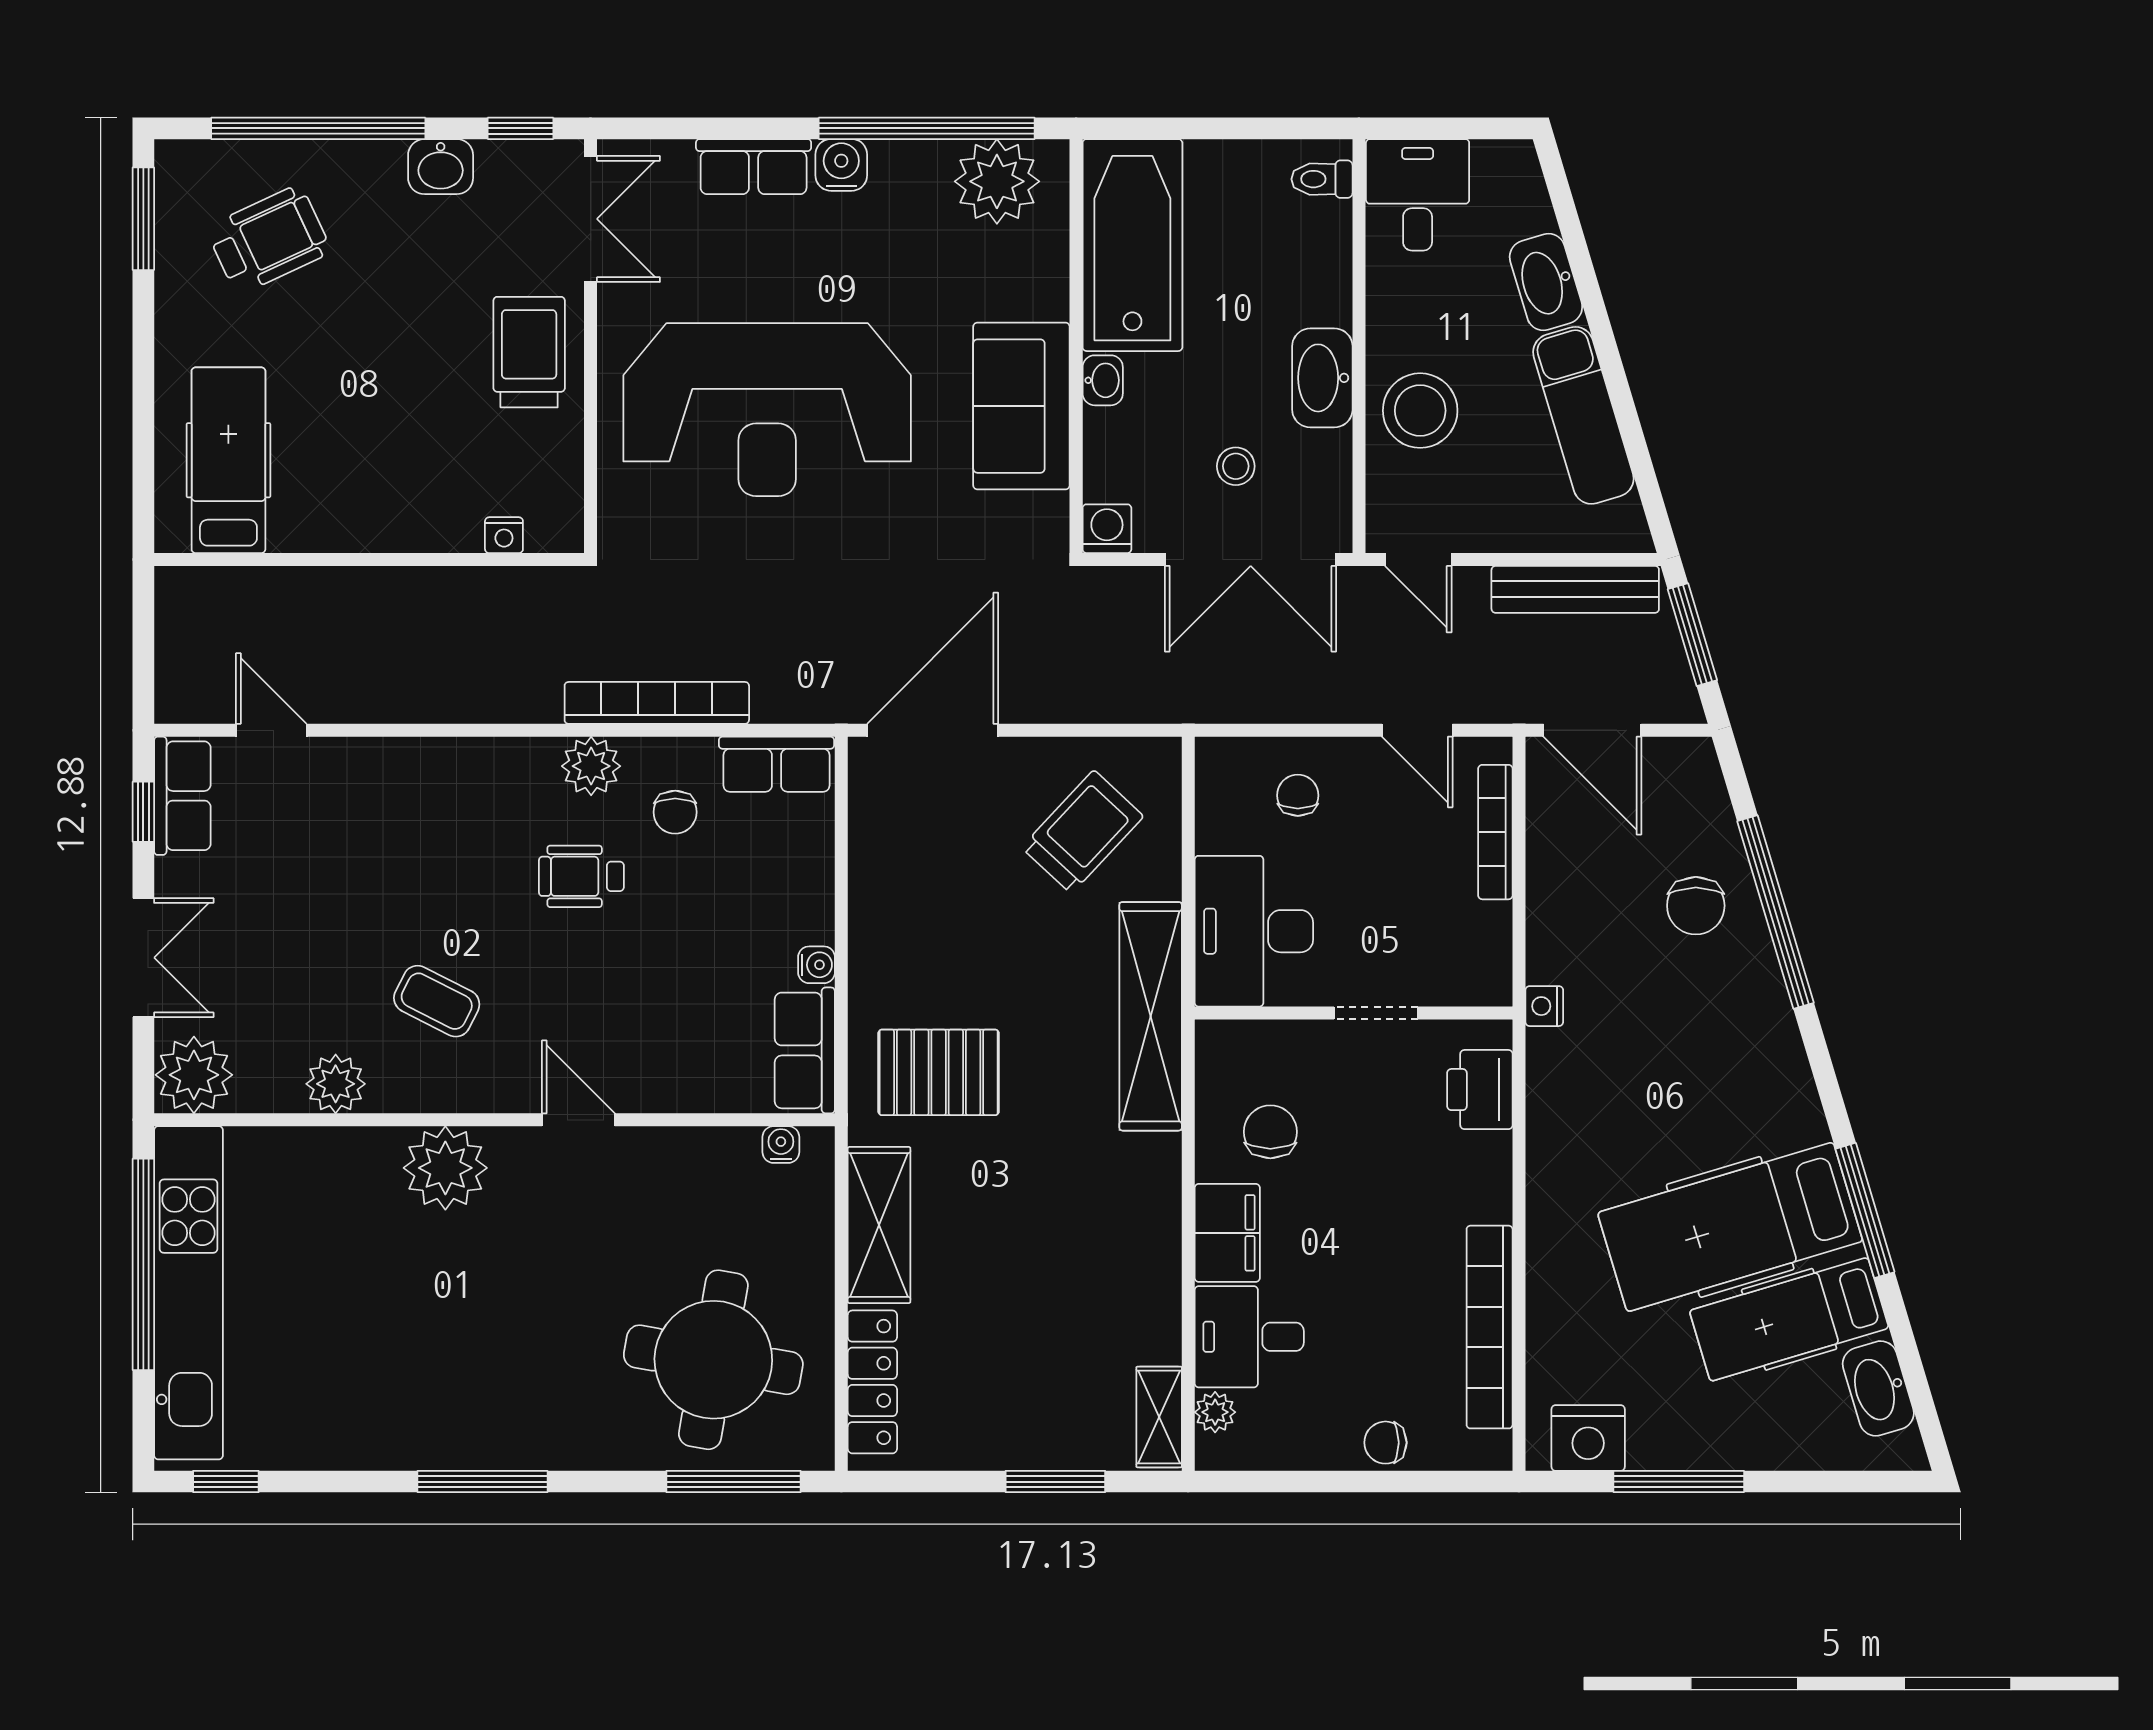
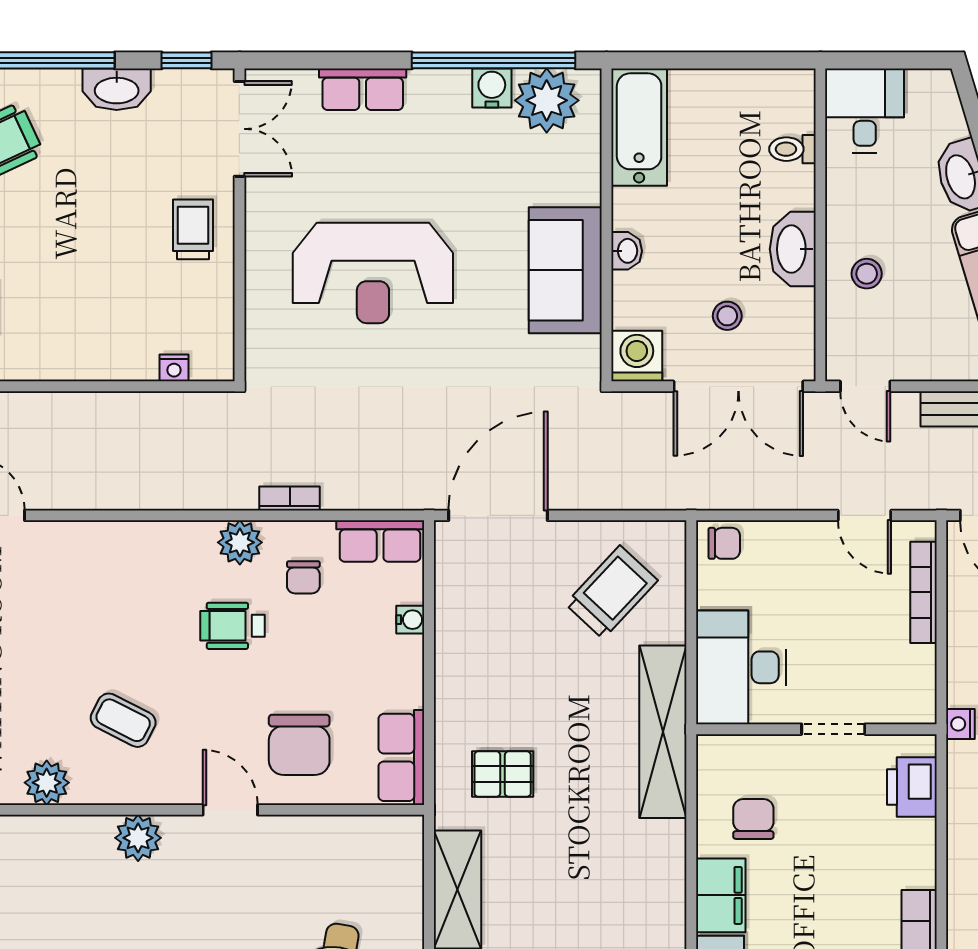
water cooler: (841, 165) -> (492, 88), moved
washbasin: (441, 167) -> (117, 89), width x1.38
toilet: (1322, 179) -> (792, 149), moved
bathtub: (1132, 245) -> (639, 127), width x0.73, depth x0.73
trolley: (529, 352) -> (193, 229), width x0.73, depth x0.72
reception desk: (767, 410) -> (373, 273), width x0.74, depth x0.77
stool: (1420, 411) -> (867, 274), width x0.53, depth x0.53
washing machine: (1107, 529) -> (637, 356), width x1.38, depth x1.38
bookcase: (657, 703) -> (290, 498), width x0.43, depth x0.76
chair: (1298, 795) -> (724, 543), moved, turned 90
water cooler: (817, 965) -> (410, 620), moved
chair: (670, 1034) -> (299, 745), added
pallet: (939, 1072) -> (503, 774), width x0.67, depth x0.71
water cooler: (781, 1145) -> (383, 829), removed
plant: (445, 1168) -> (138, 838), width x0.73, depth x0.73

